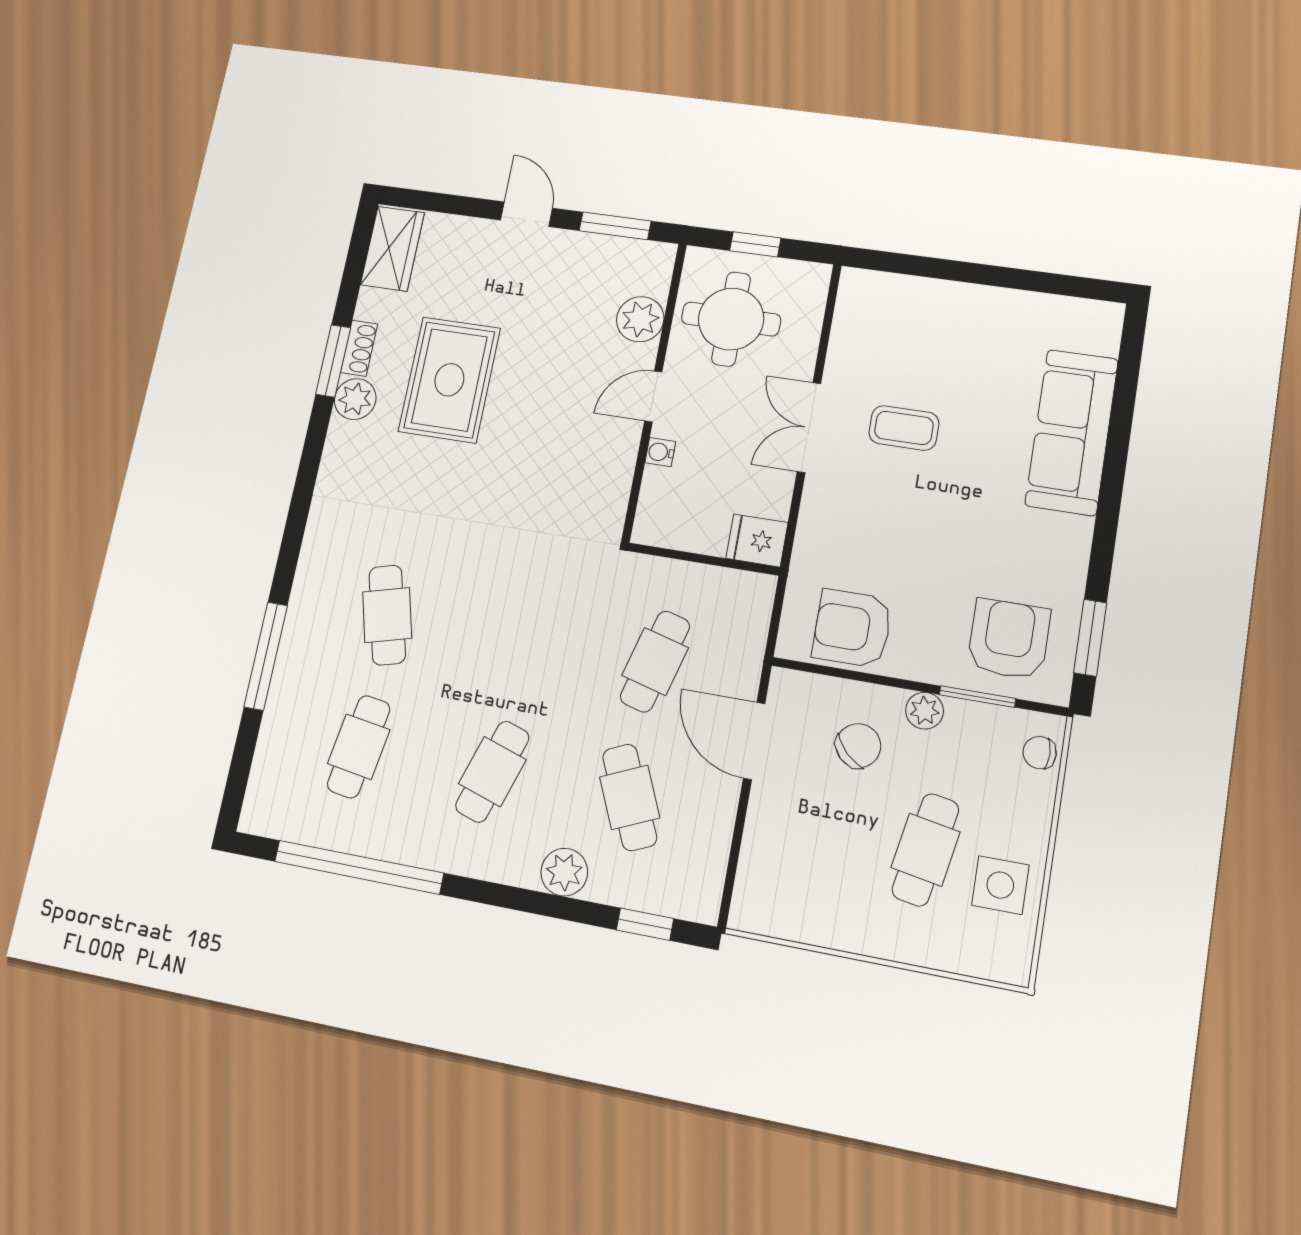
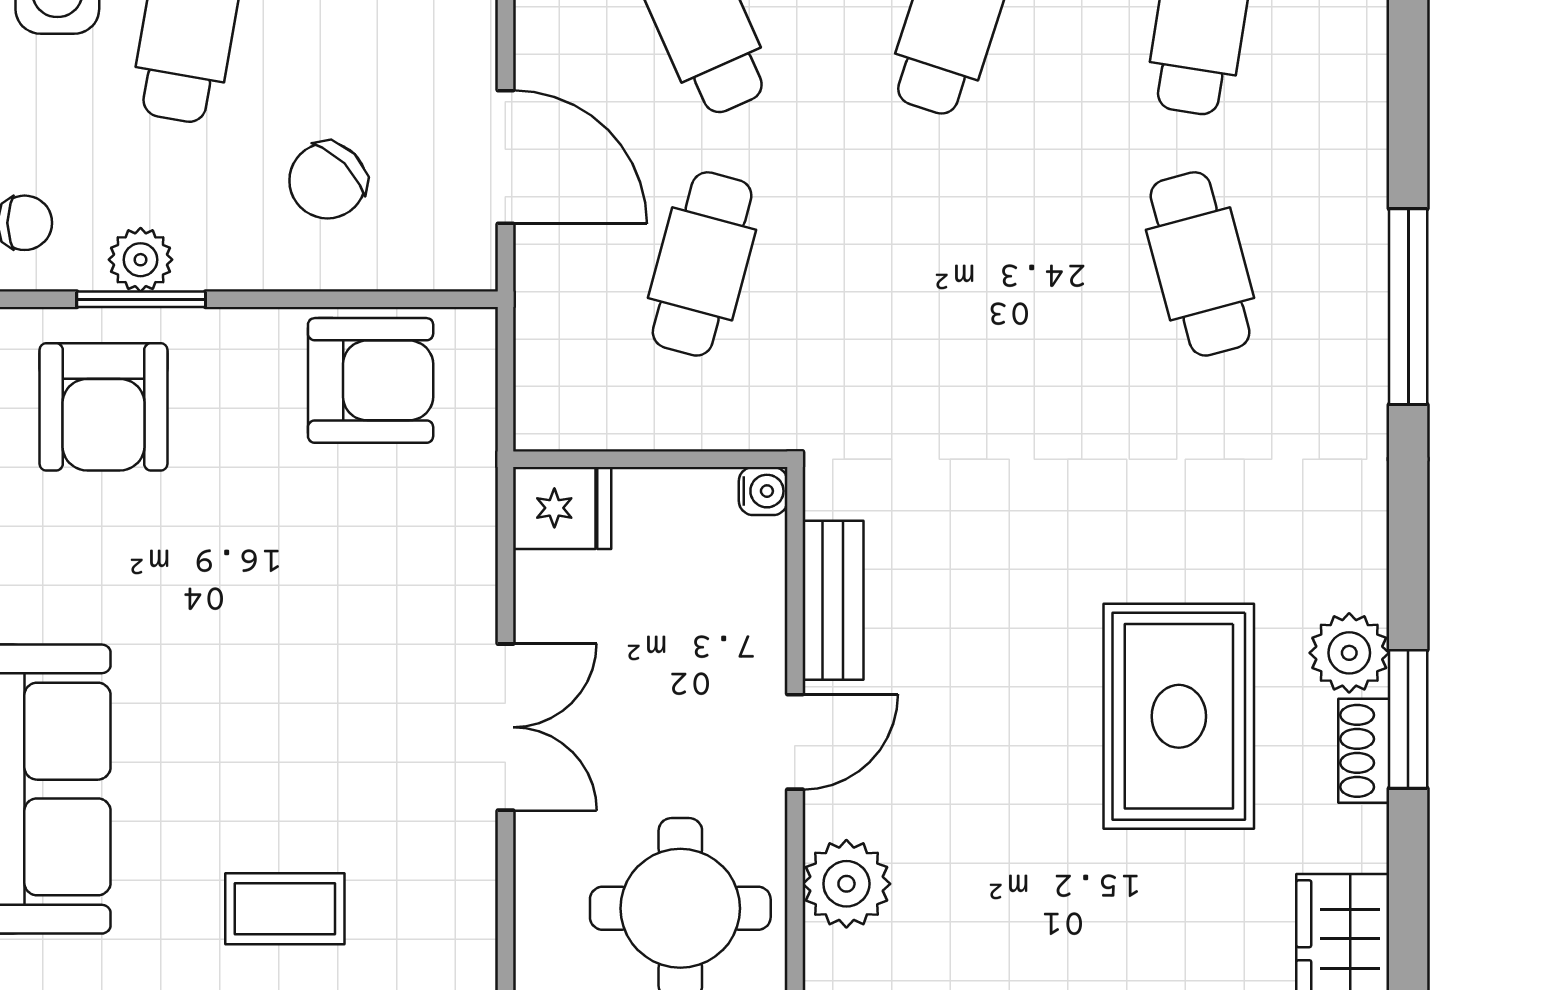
coffee table: (904, 428) -> (285, 909), moved
water cooler: (660, 452) -> (763, 491), moved
bench: (619, 468) -> (833, 600), added
window: (266, 656) -> (1408, 307), moved
plant: (925, 711) -> (141, 260), moved

